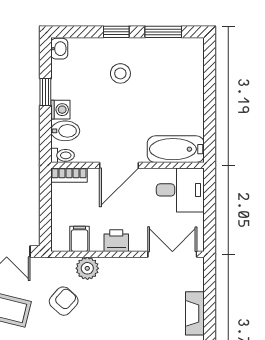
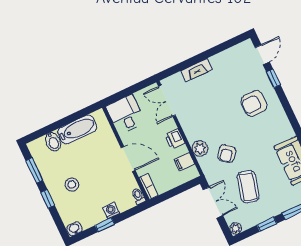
bidet: (65, 131) -> (53, 142), moved, turned 180
bathtub: (176, 149) -> (77, 130), moved, turned -90
armchair: (64, 301) -> (227, 154), turned -92

